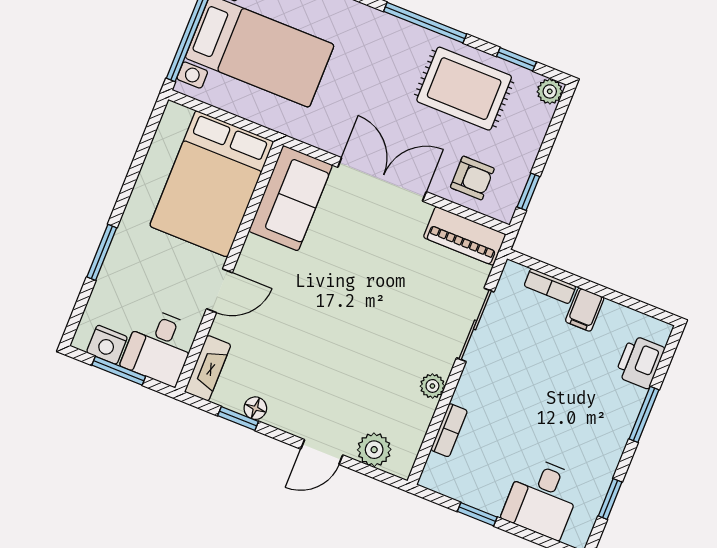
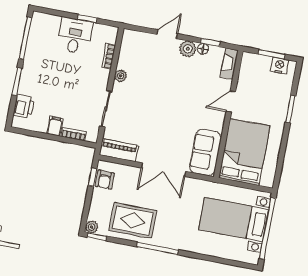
window: (516, 59) -> (97, 237), moved
armchair: (472, 178) -> (105, 180), moved, turned -90
desk: (159, 347) -> (254, 69), removed
plant: (374, 450) -> (188, 49), moved
desk: (542, 498) -> (75, 36), moved
window: (610, 499) -> (25, 38), width x2.17

